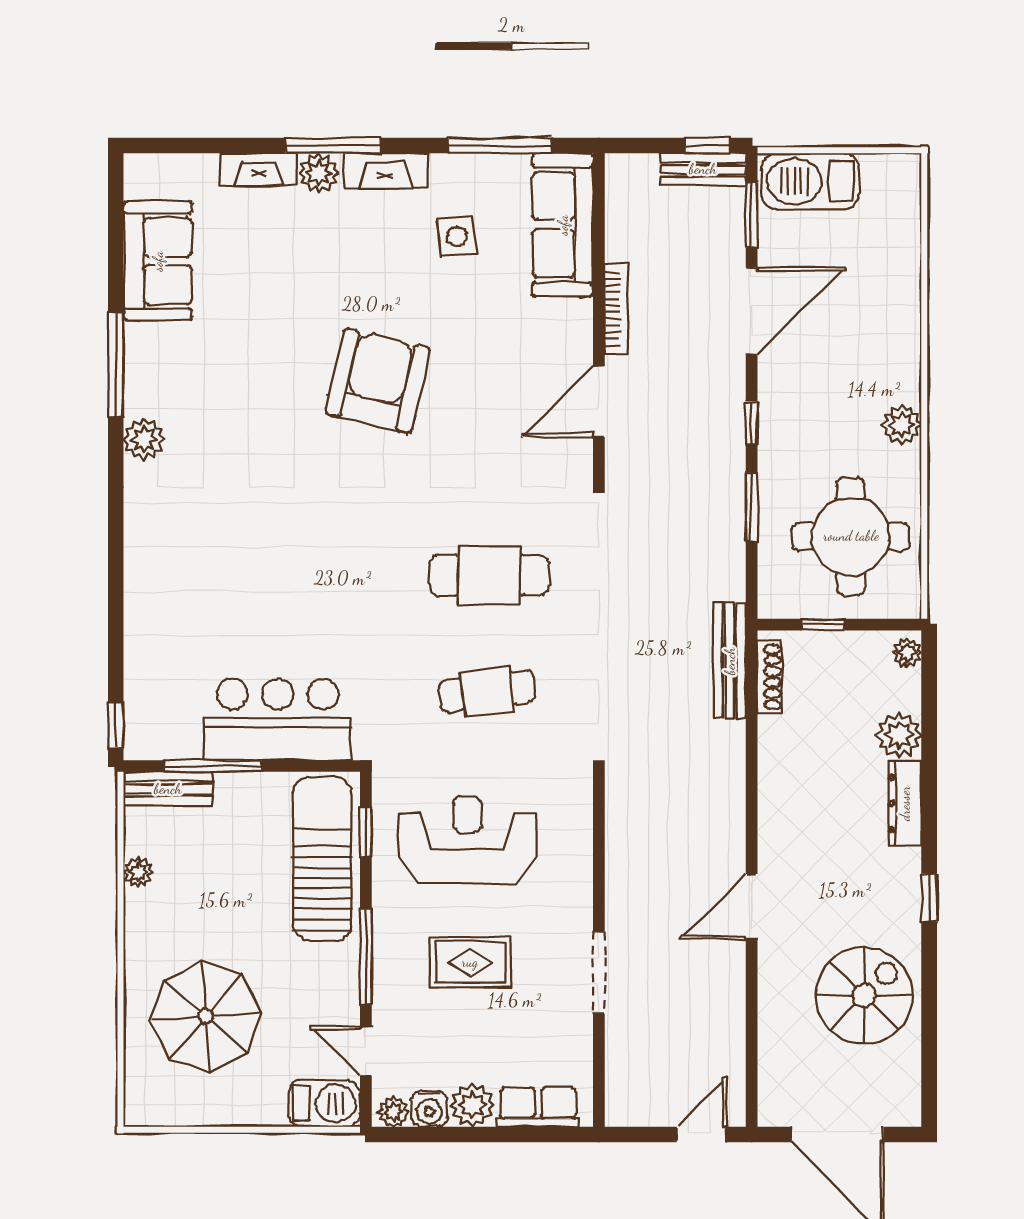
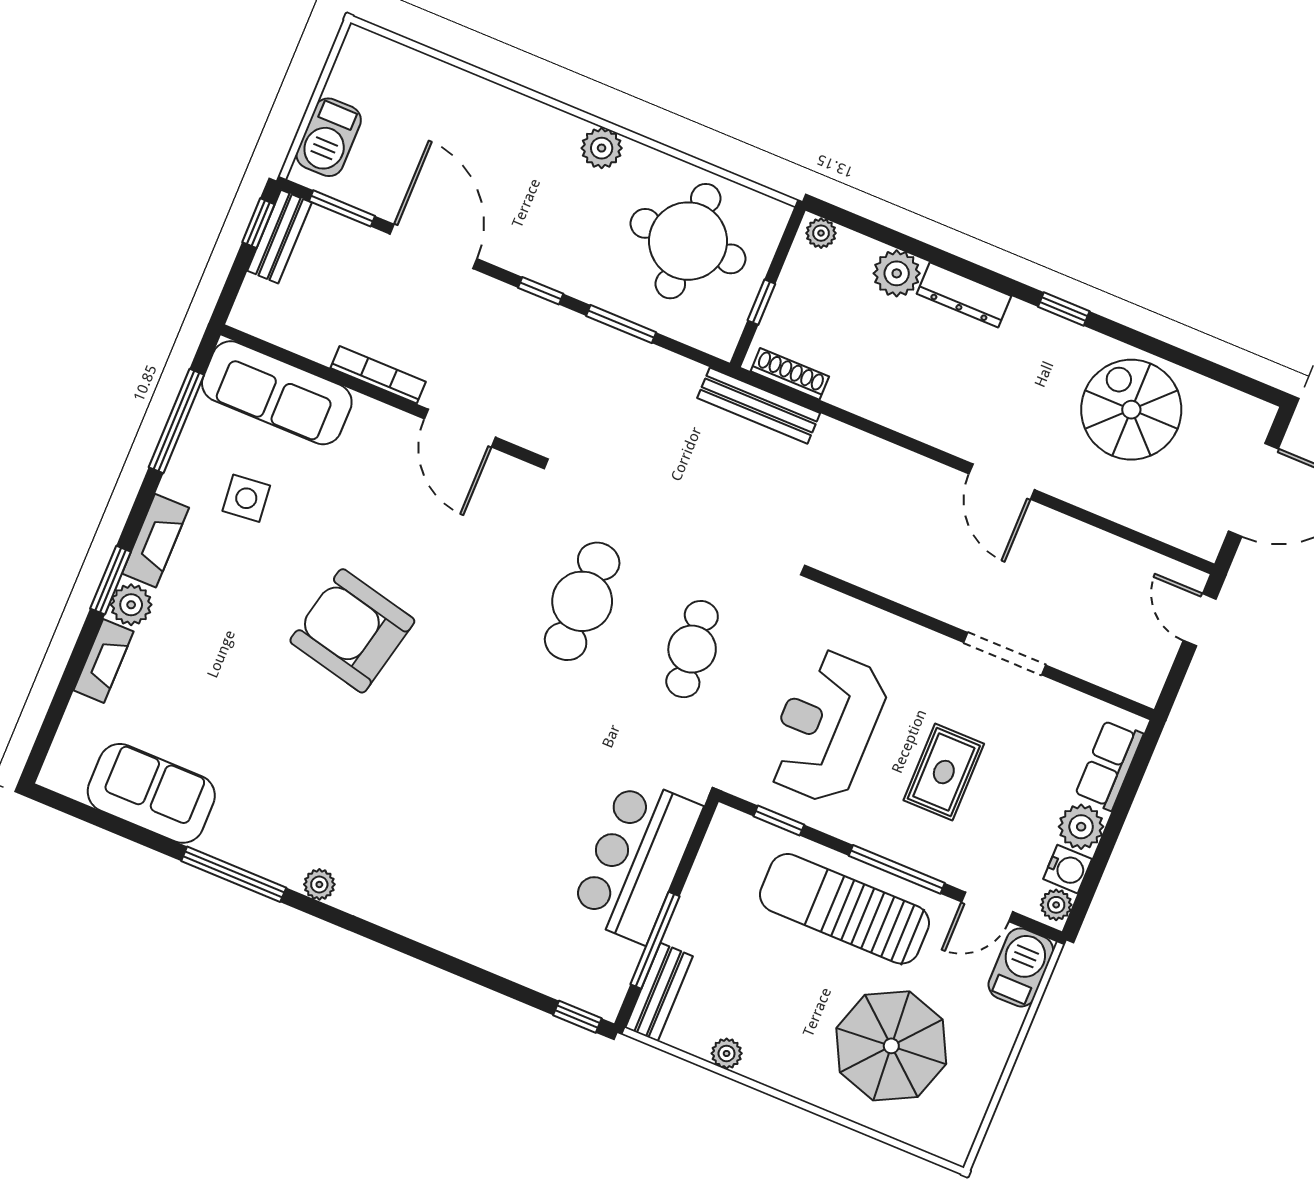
window: (333, 145) -> (111, 580), width x0.69
barbecue: (810, 181) -> (329, 137), width x0.73, depth x0.83
plant: (144, 439) -> (319, 884), width x0.73, depth x0.73
sun lounger: (322, 859) -> (845, 909), moved

